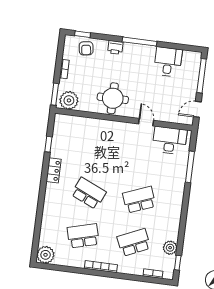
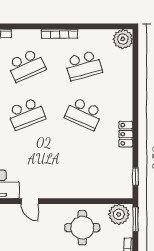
round table: (113, 98) -> (82, 228), moved
window: (48, 144) -> (135, 177), moved

